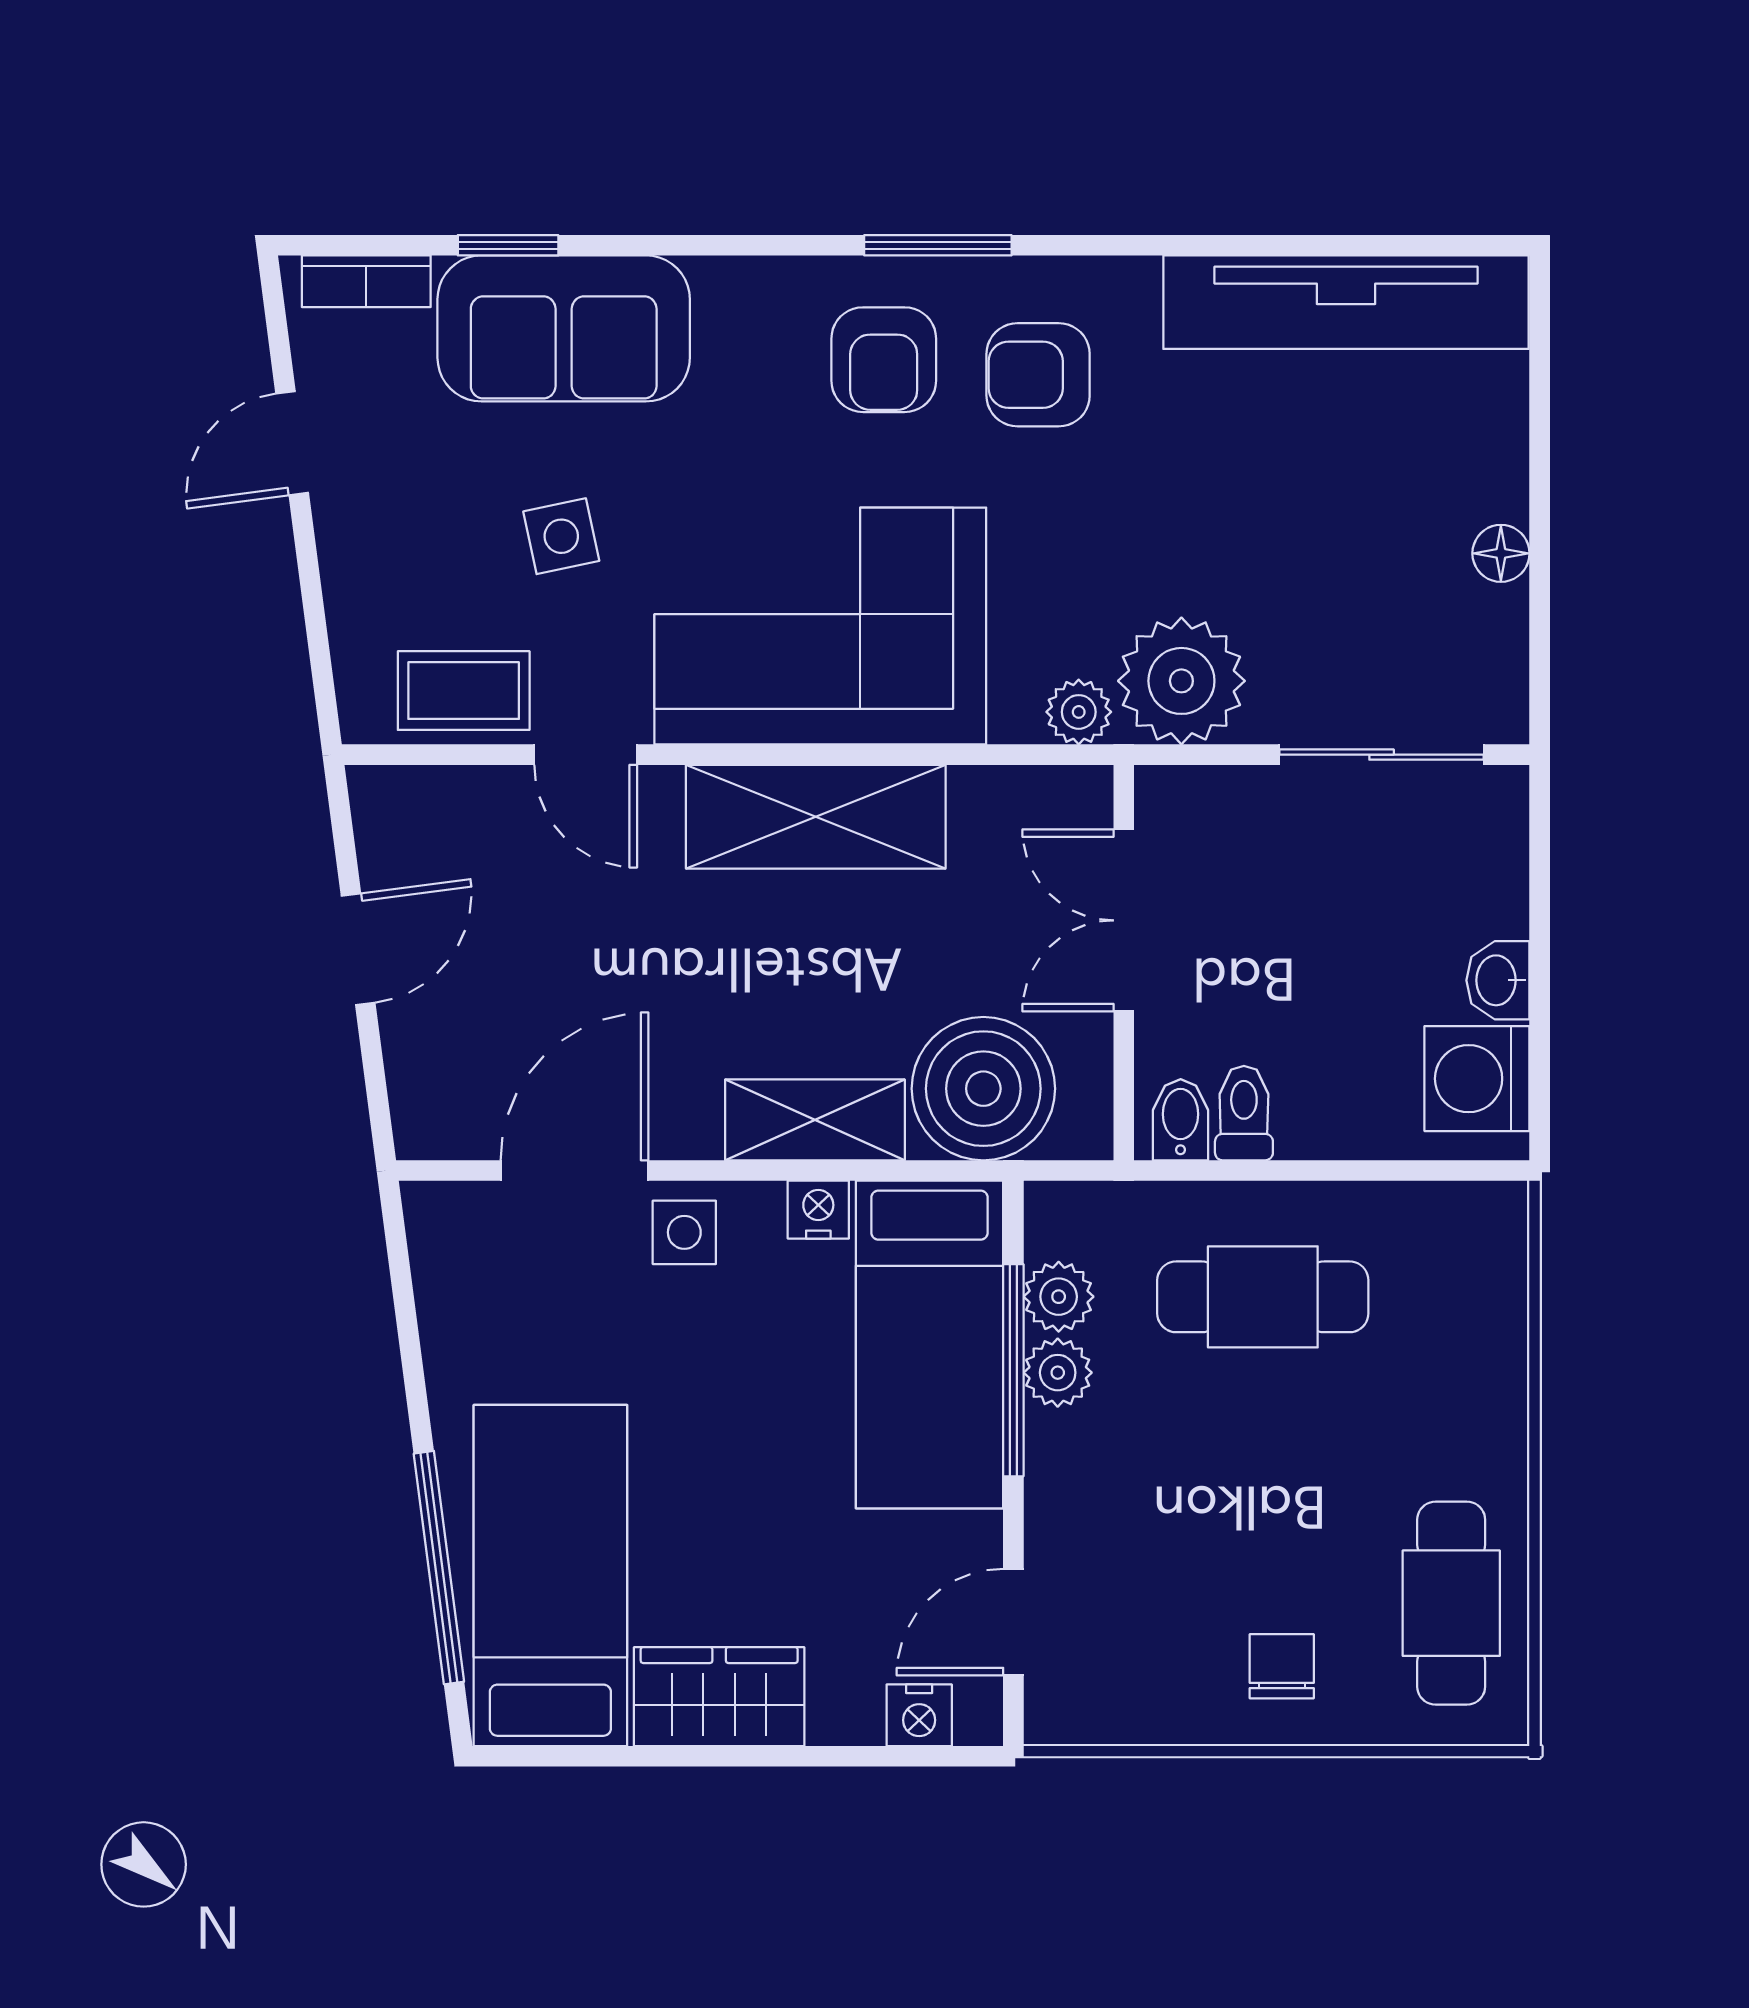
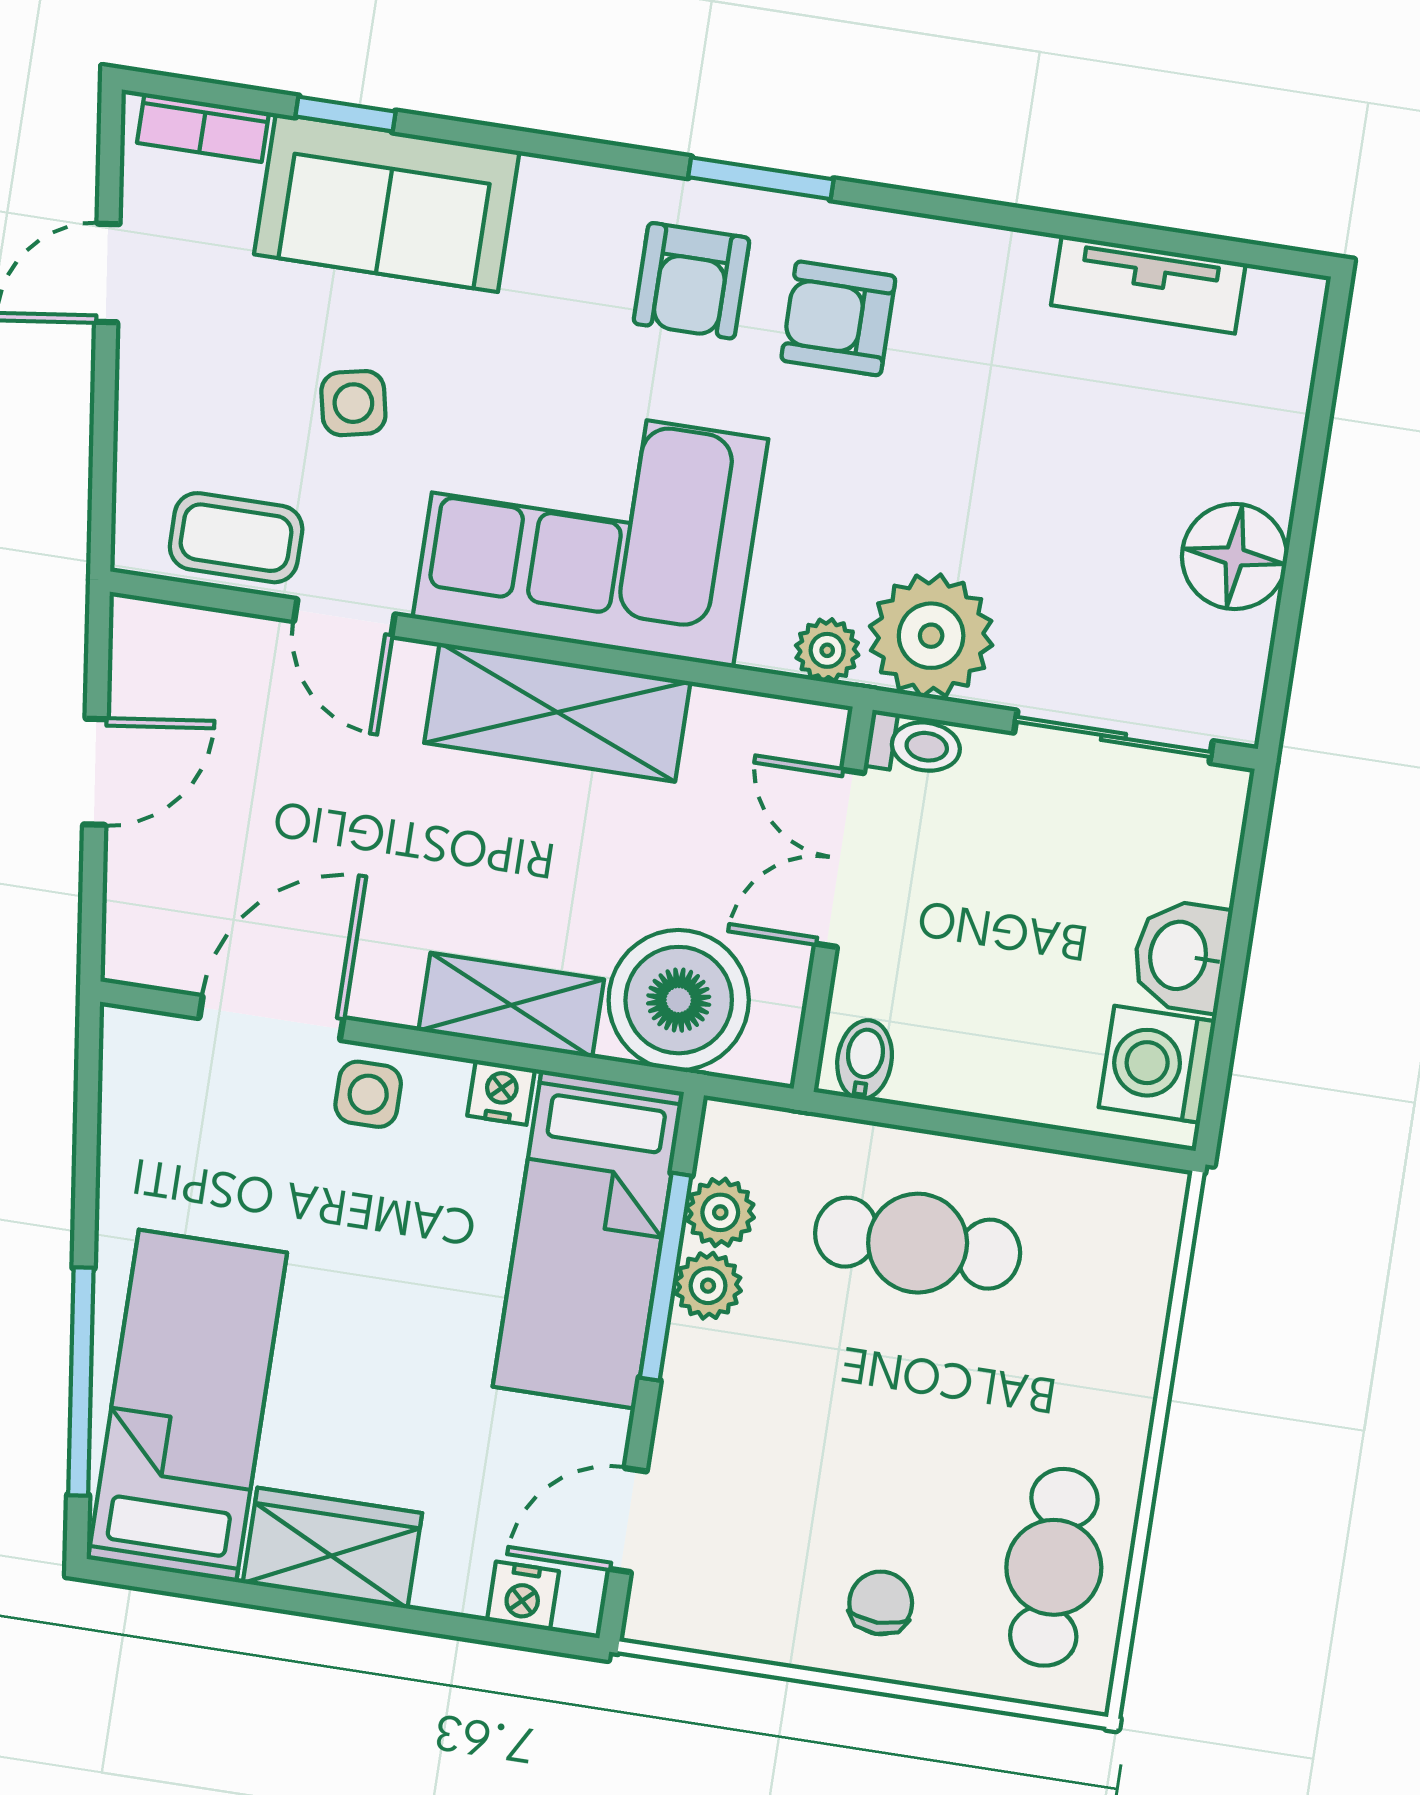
tv unit: (1346, 302) -> (1148, 284), width x0.52, depth x0.78
floor lamp: (1501, 553) -> (1235, 556), width x1.89, depth x1.89
washbasin: (1498, 980) -> (1181, 956), width x1.38, depth x1.45
toilet: (1244, 1113) -> (914, 745), moved, turned 90

